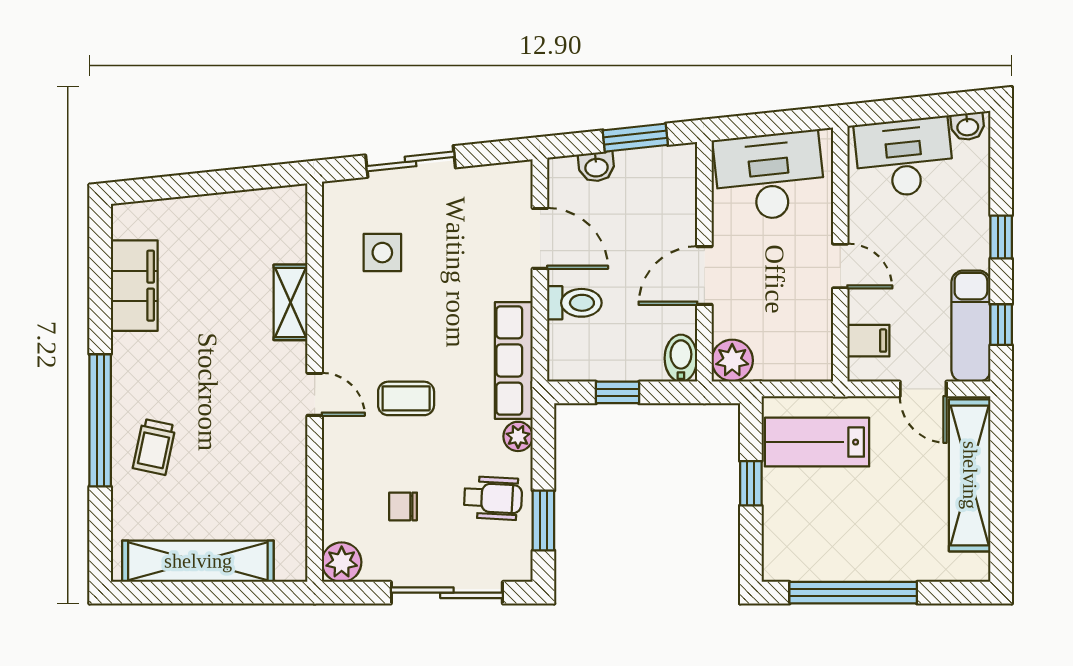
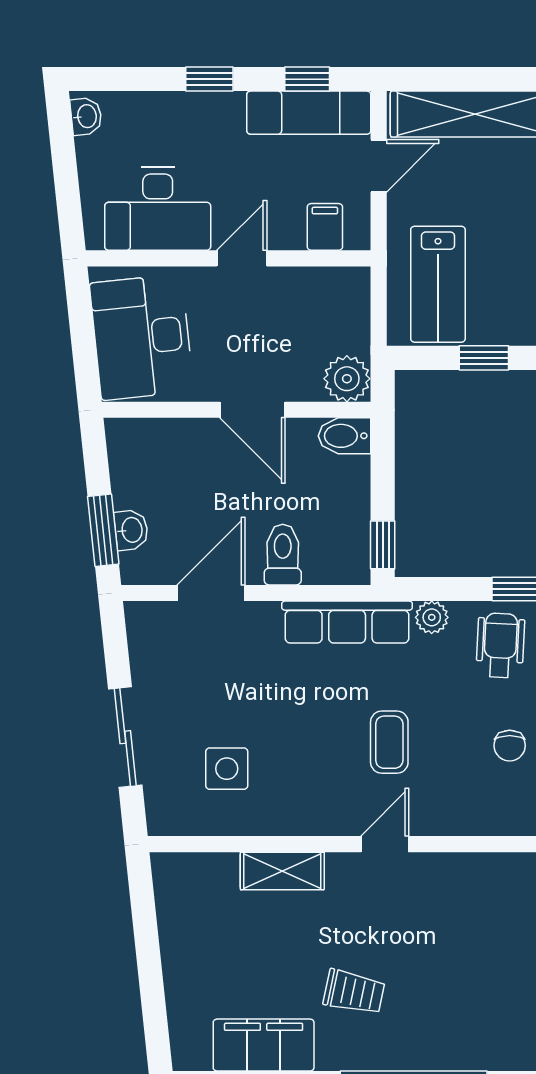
window: (635, 138) -> (103, 530), moved
desk: (904, 157) -> (158, 209), moved, turned -84
window: (618, 392) -> (383, 545), moved
trolley: (154, 447) -> (354, 992), moved

